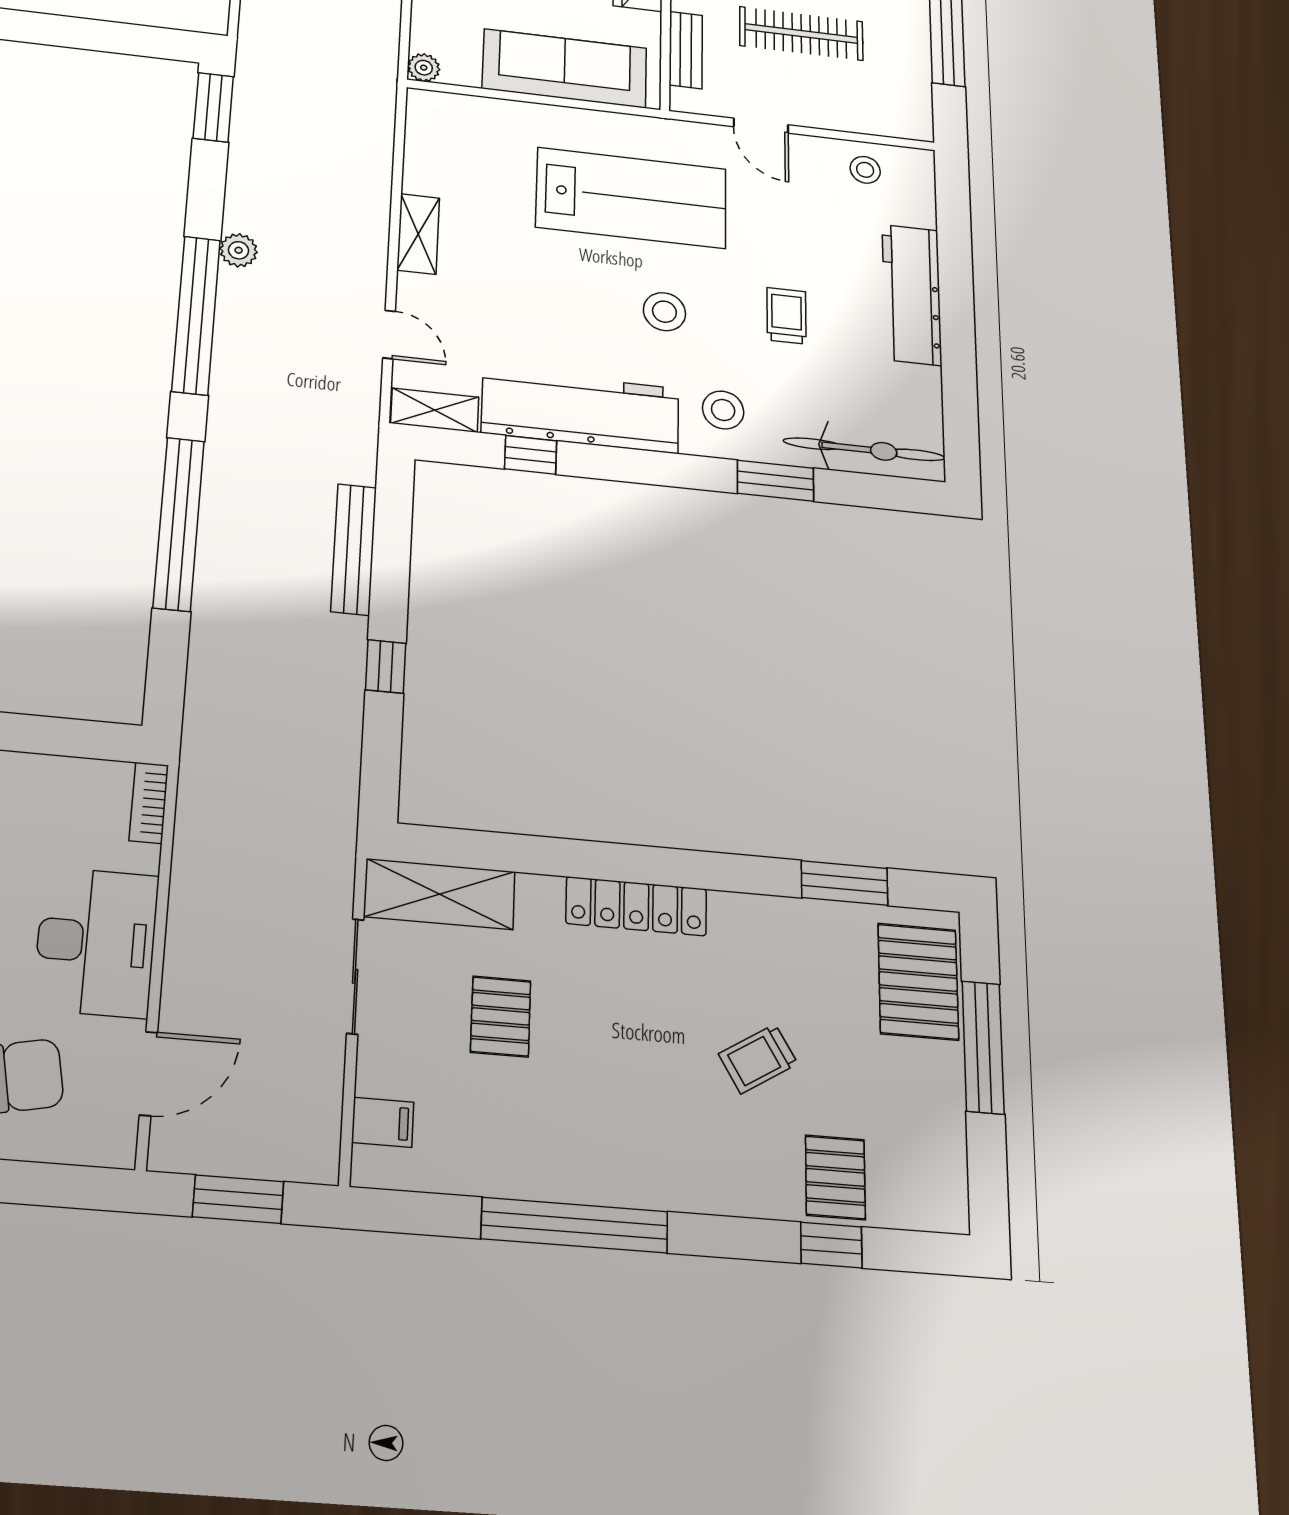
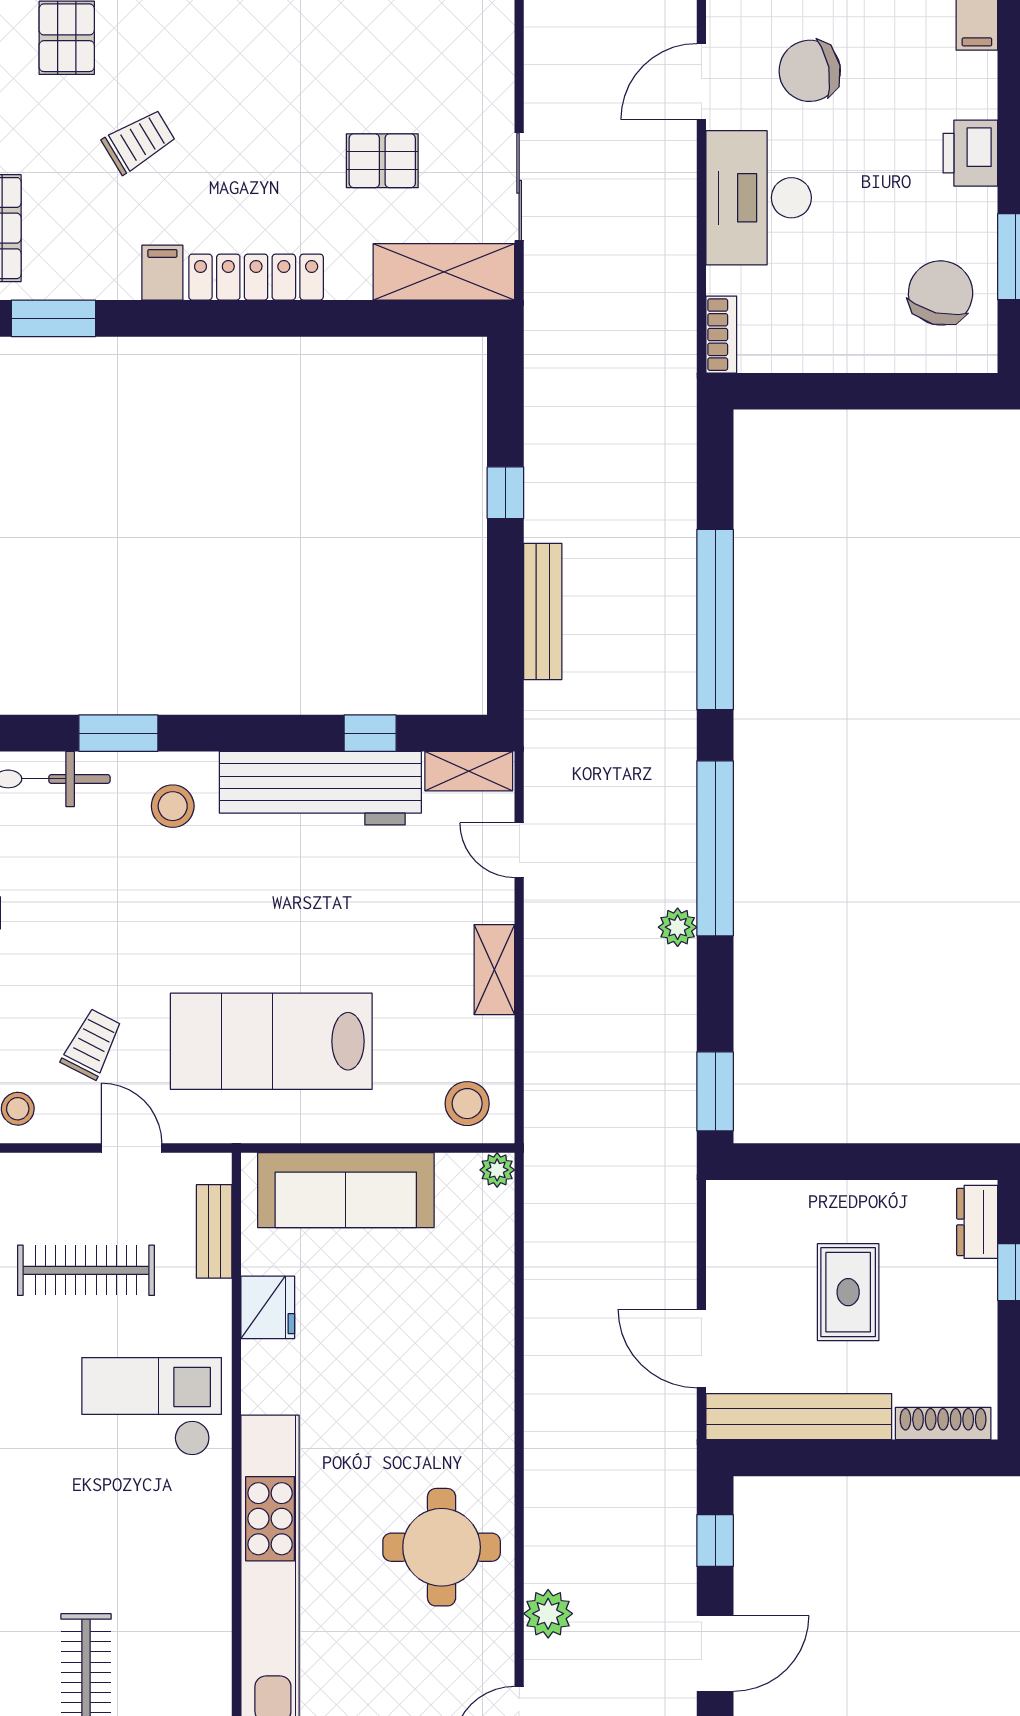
stool: (664, 312) -> (467, 1104), moved
trolley: (787, 316) -> (92, 1044), moved, turned -153
pallet: (501, 1016) -> (382, 161), turned 90
filing cabinet: (383, 1122) -> (162, 273), moved, turned 90

